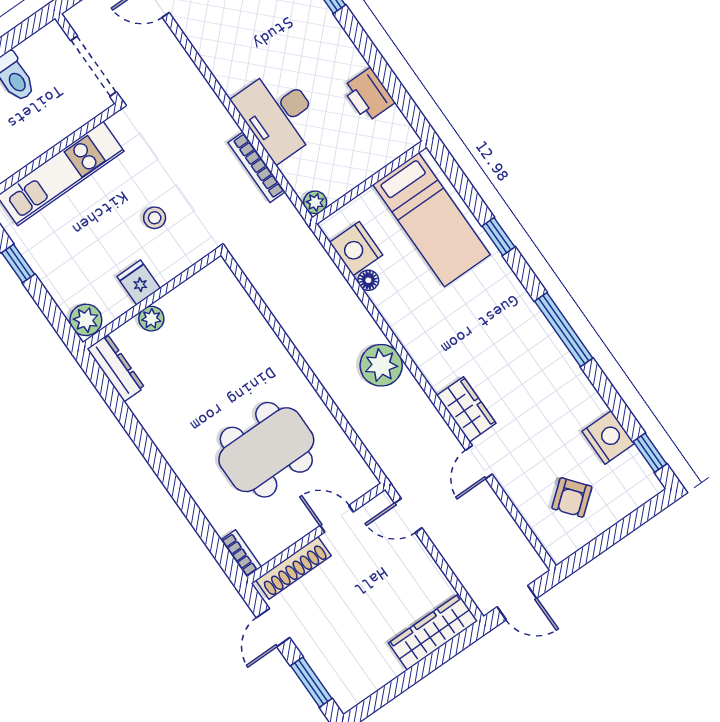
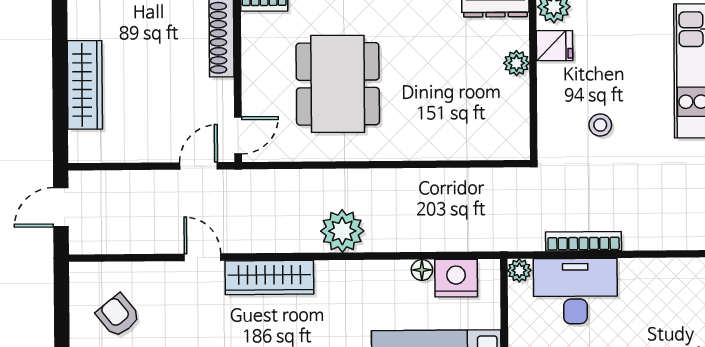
desk: (279, 114) -> (575, 291), moved
fridge: (139, 282) -> (554, 46), moved
wardrobe: (466, 409) -> (269, 277), width x1.50
door: (337, 519) -> (238, 135), moved
wardrobe: (433, 632) -> (85, 85), moved

